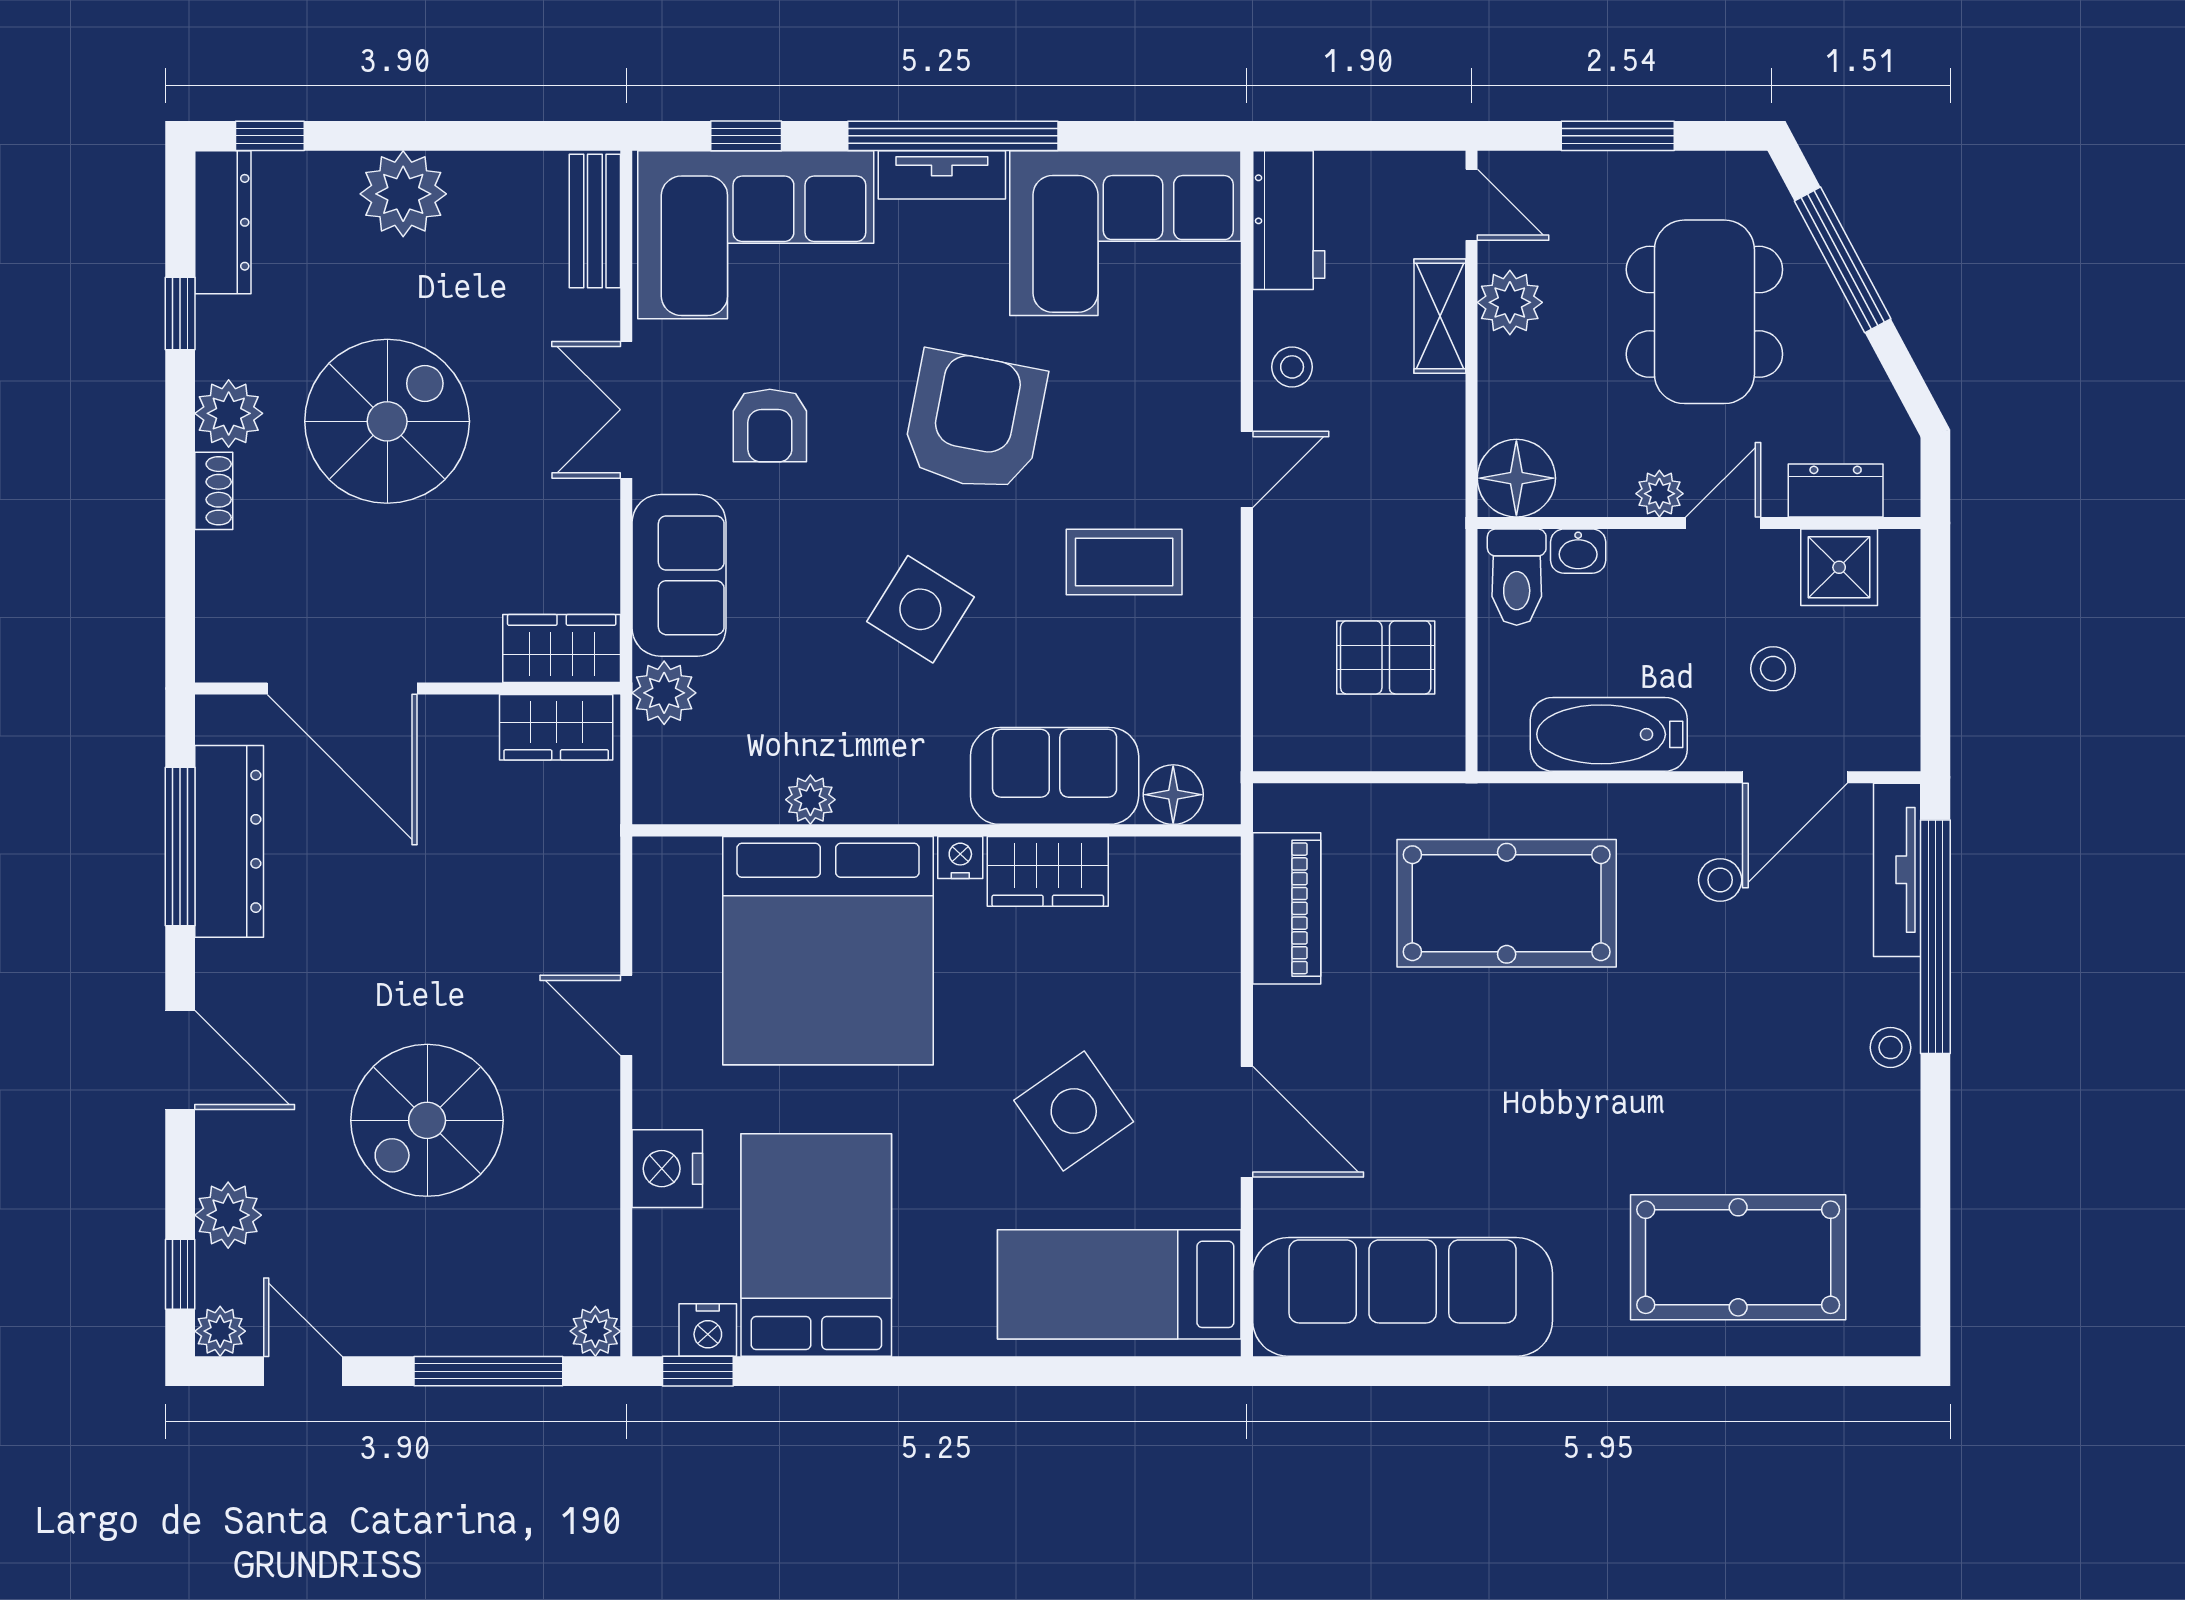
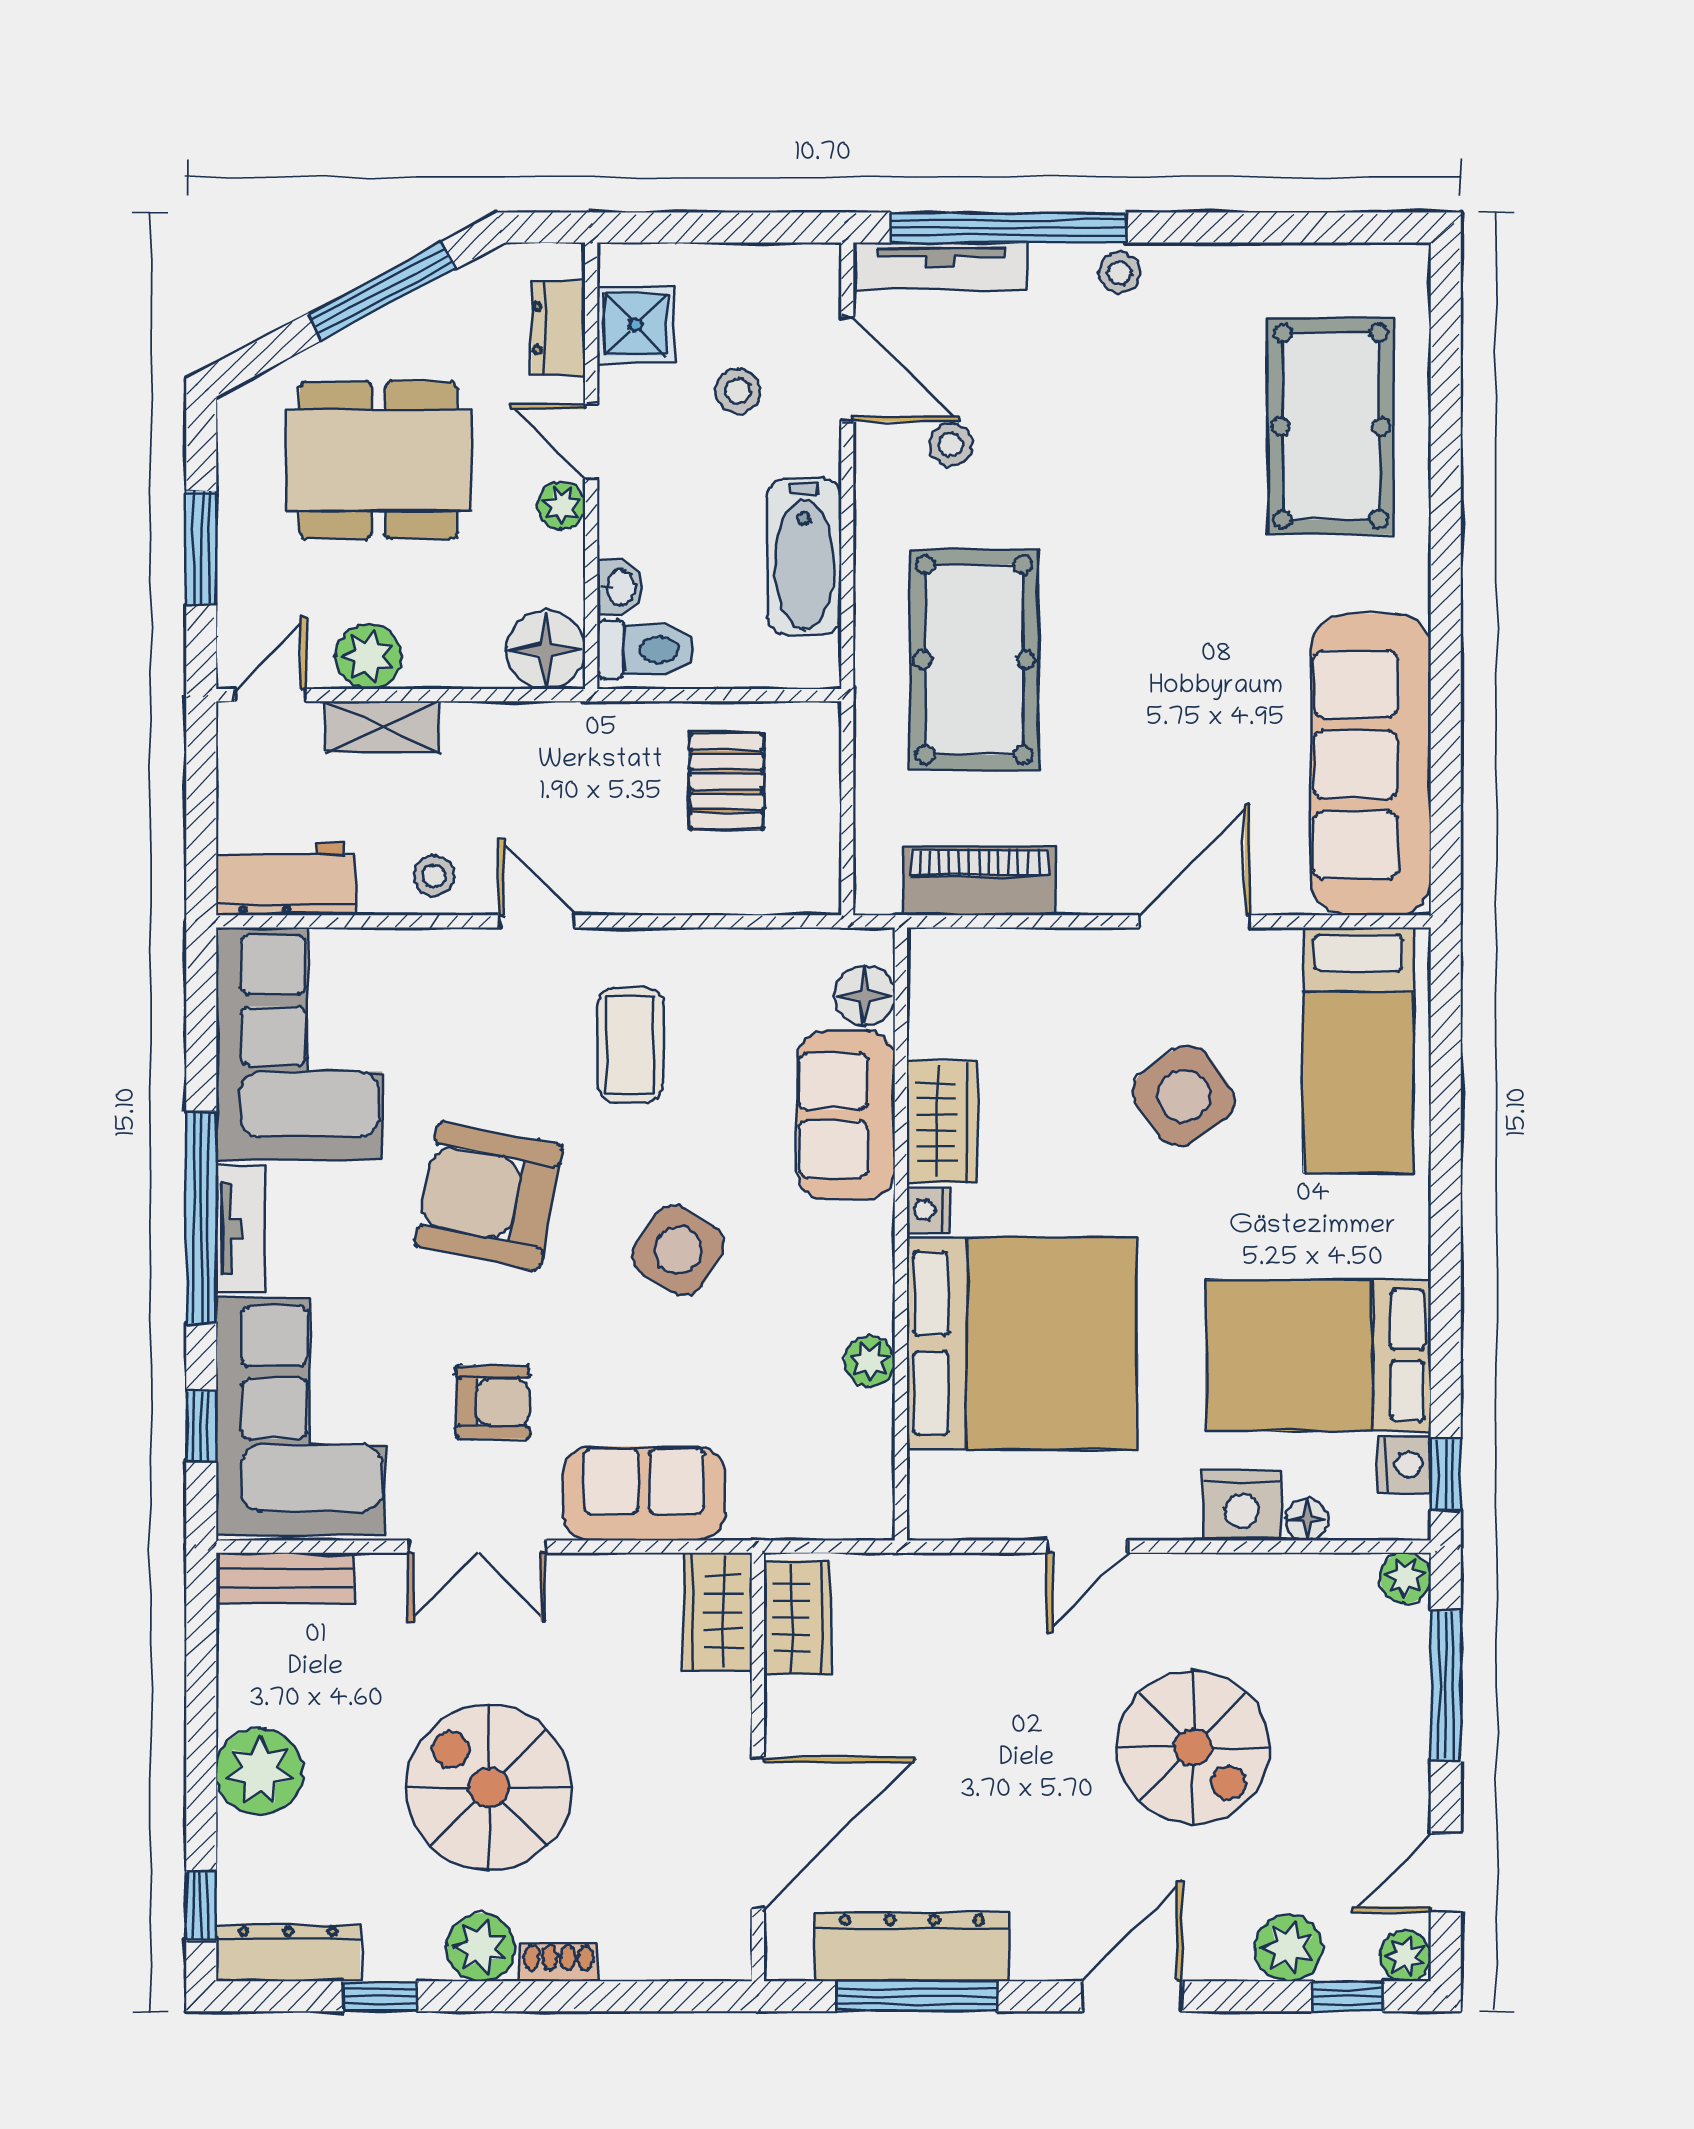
window: (1843, 260) -> (382, 291), moved
plant: (664, 693) -> (762, 1509), removed
floor lamp: (653, 1233) -> (1307, 1520), added

